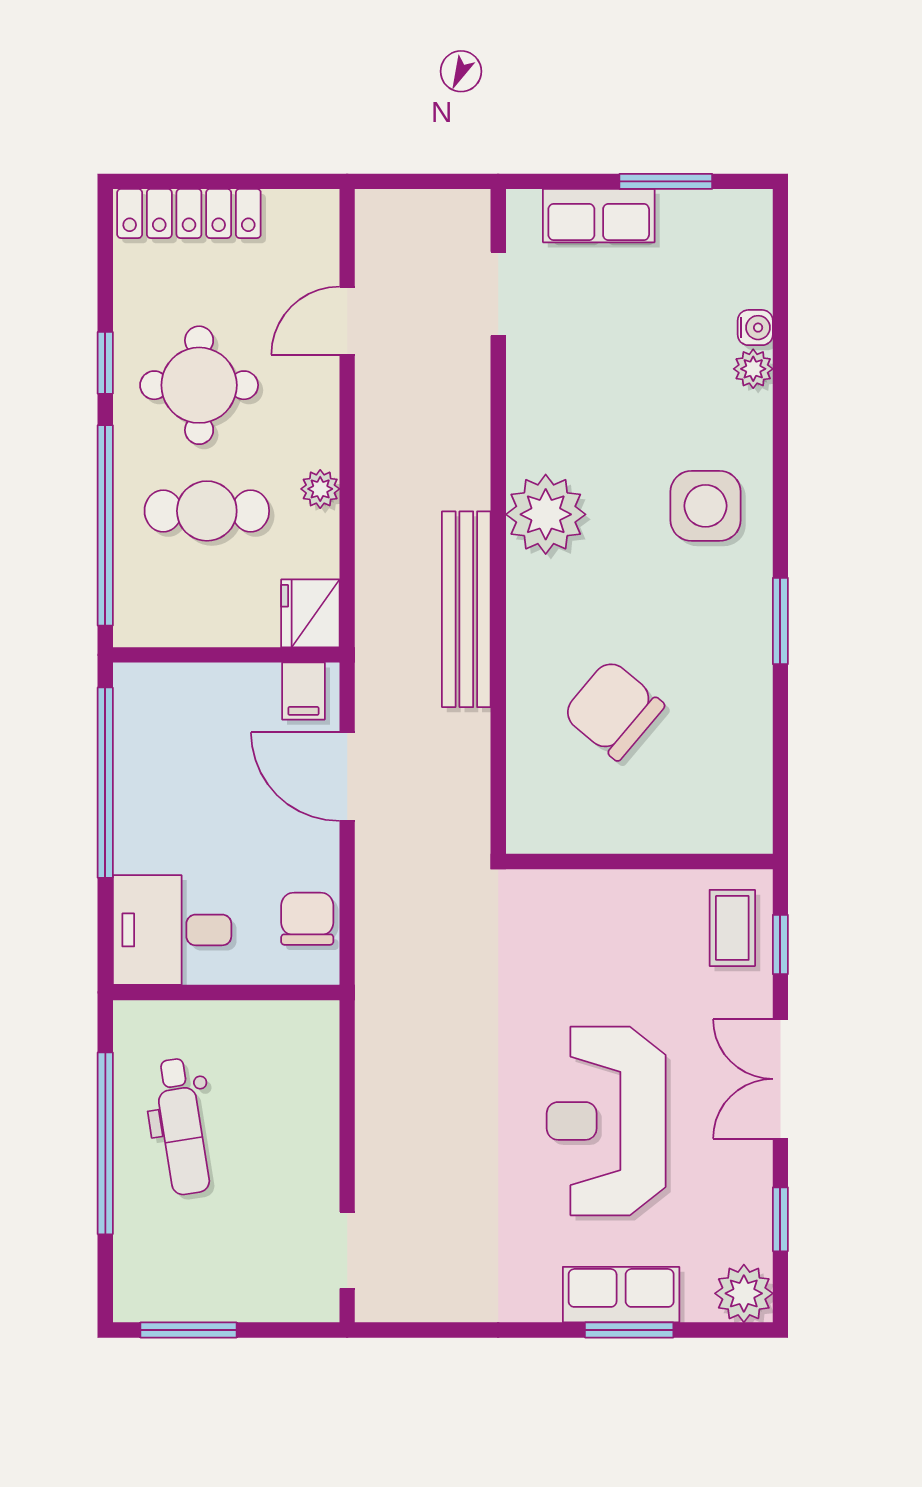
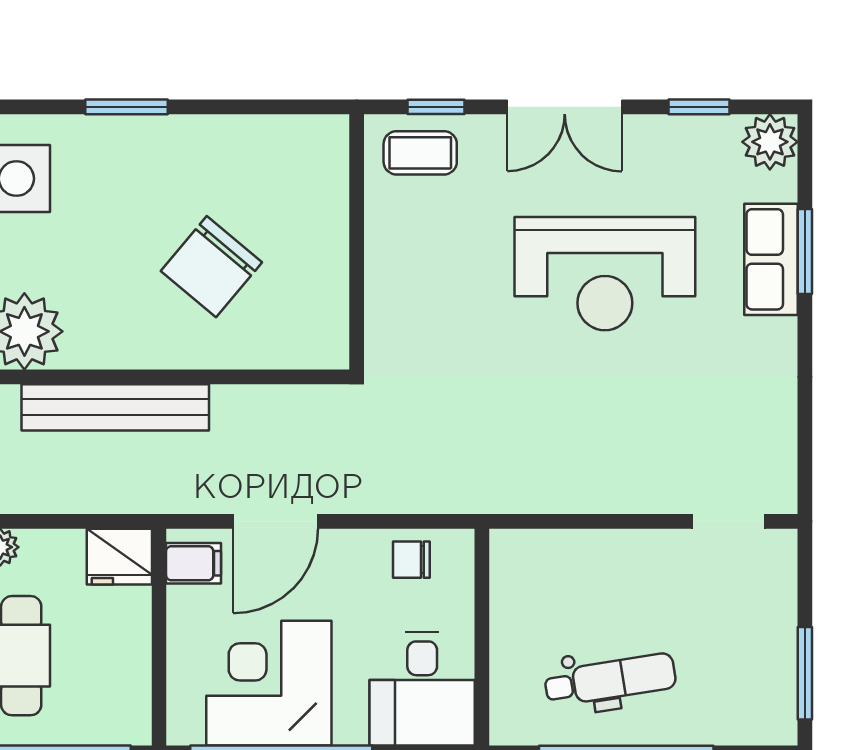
corner desk: (178, 770) -> (269, 683), added
chair: (307, 919) -> (411, 560), width x0.73, depth x0.73

